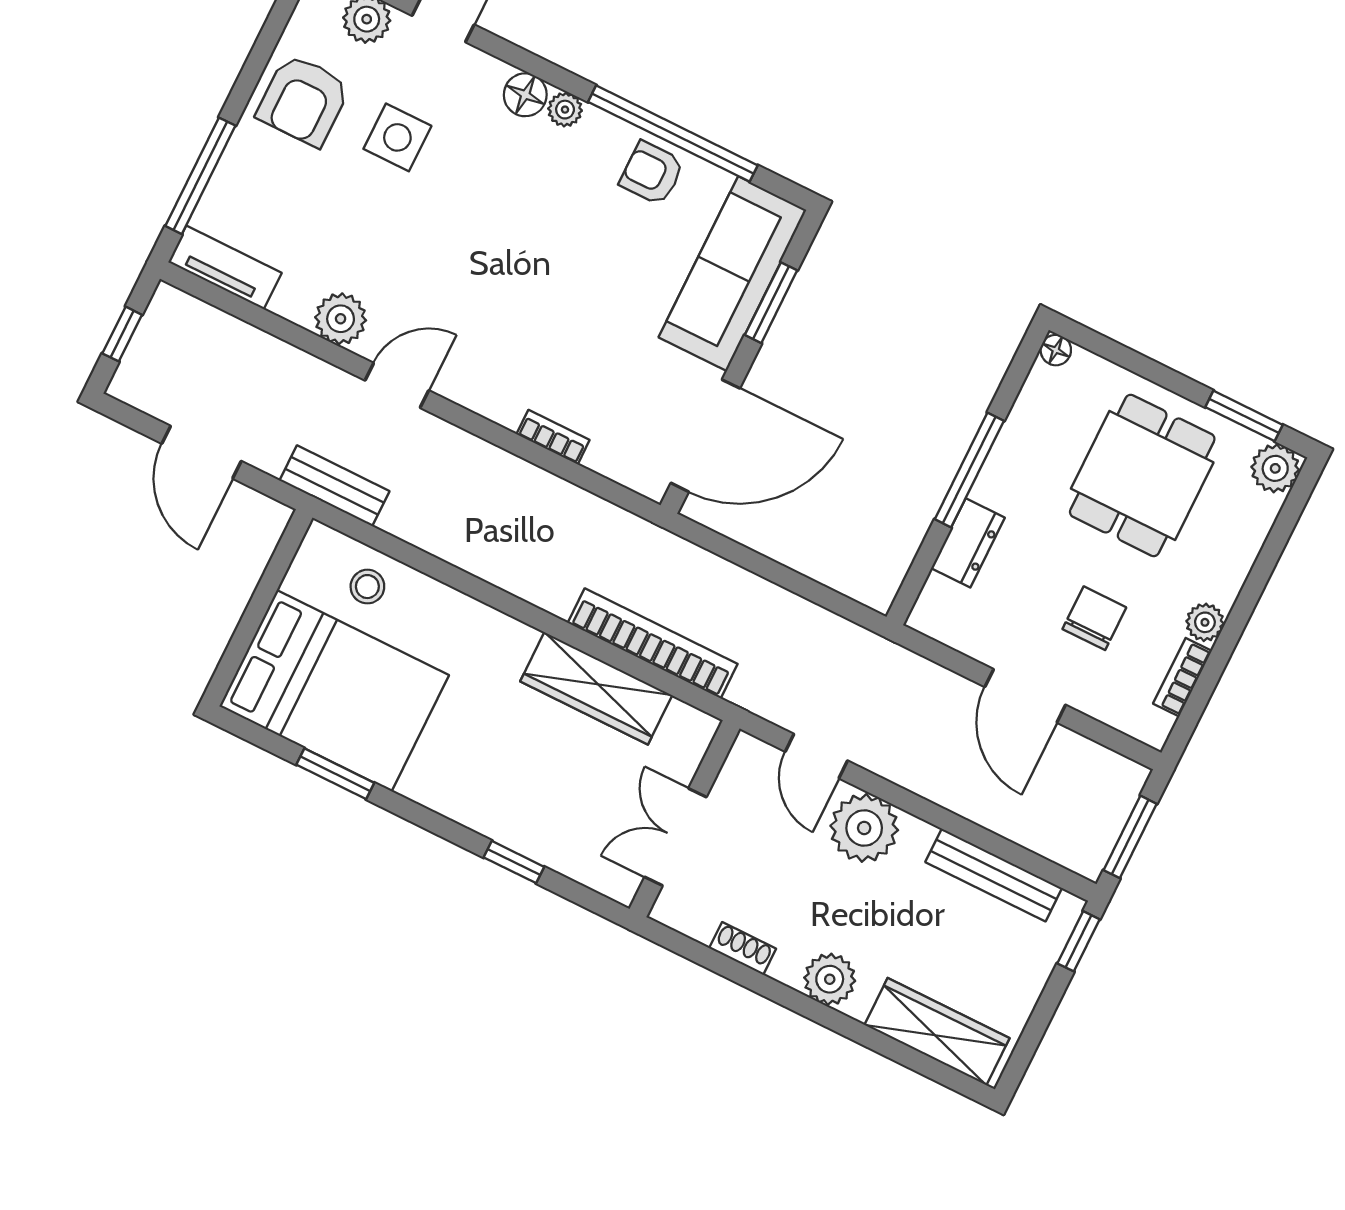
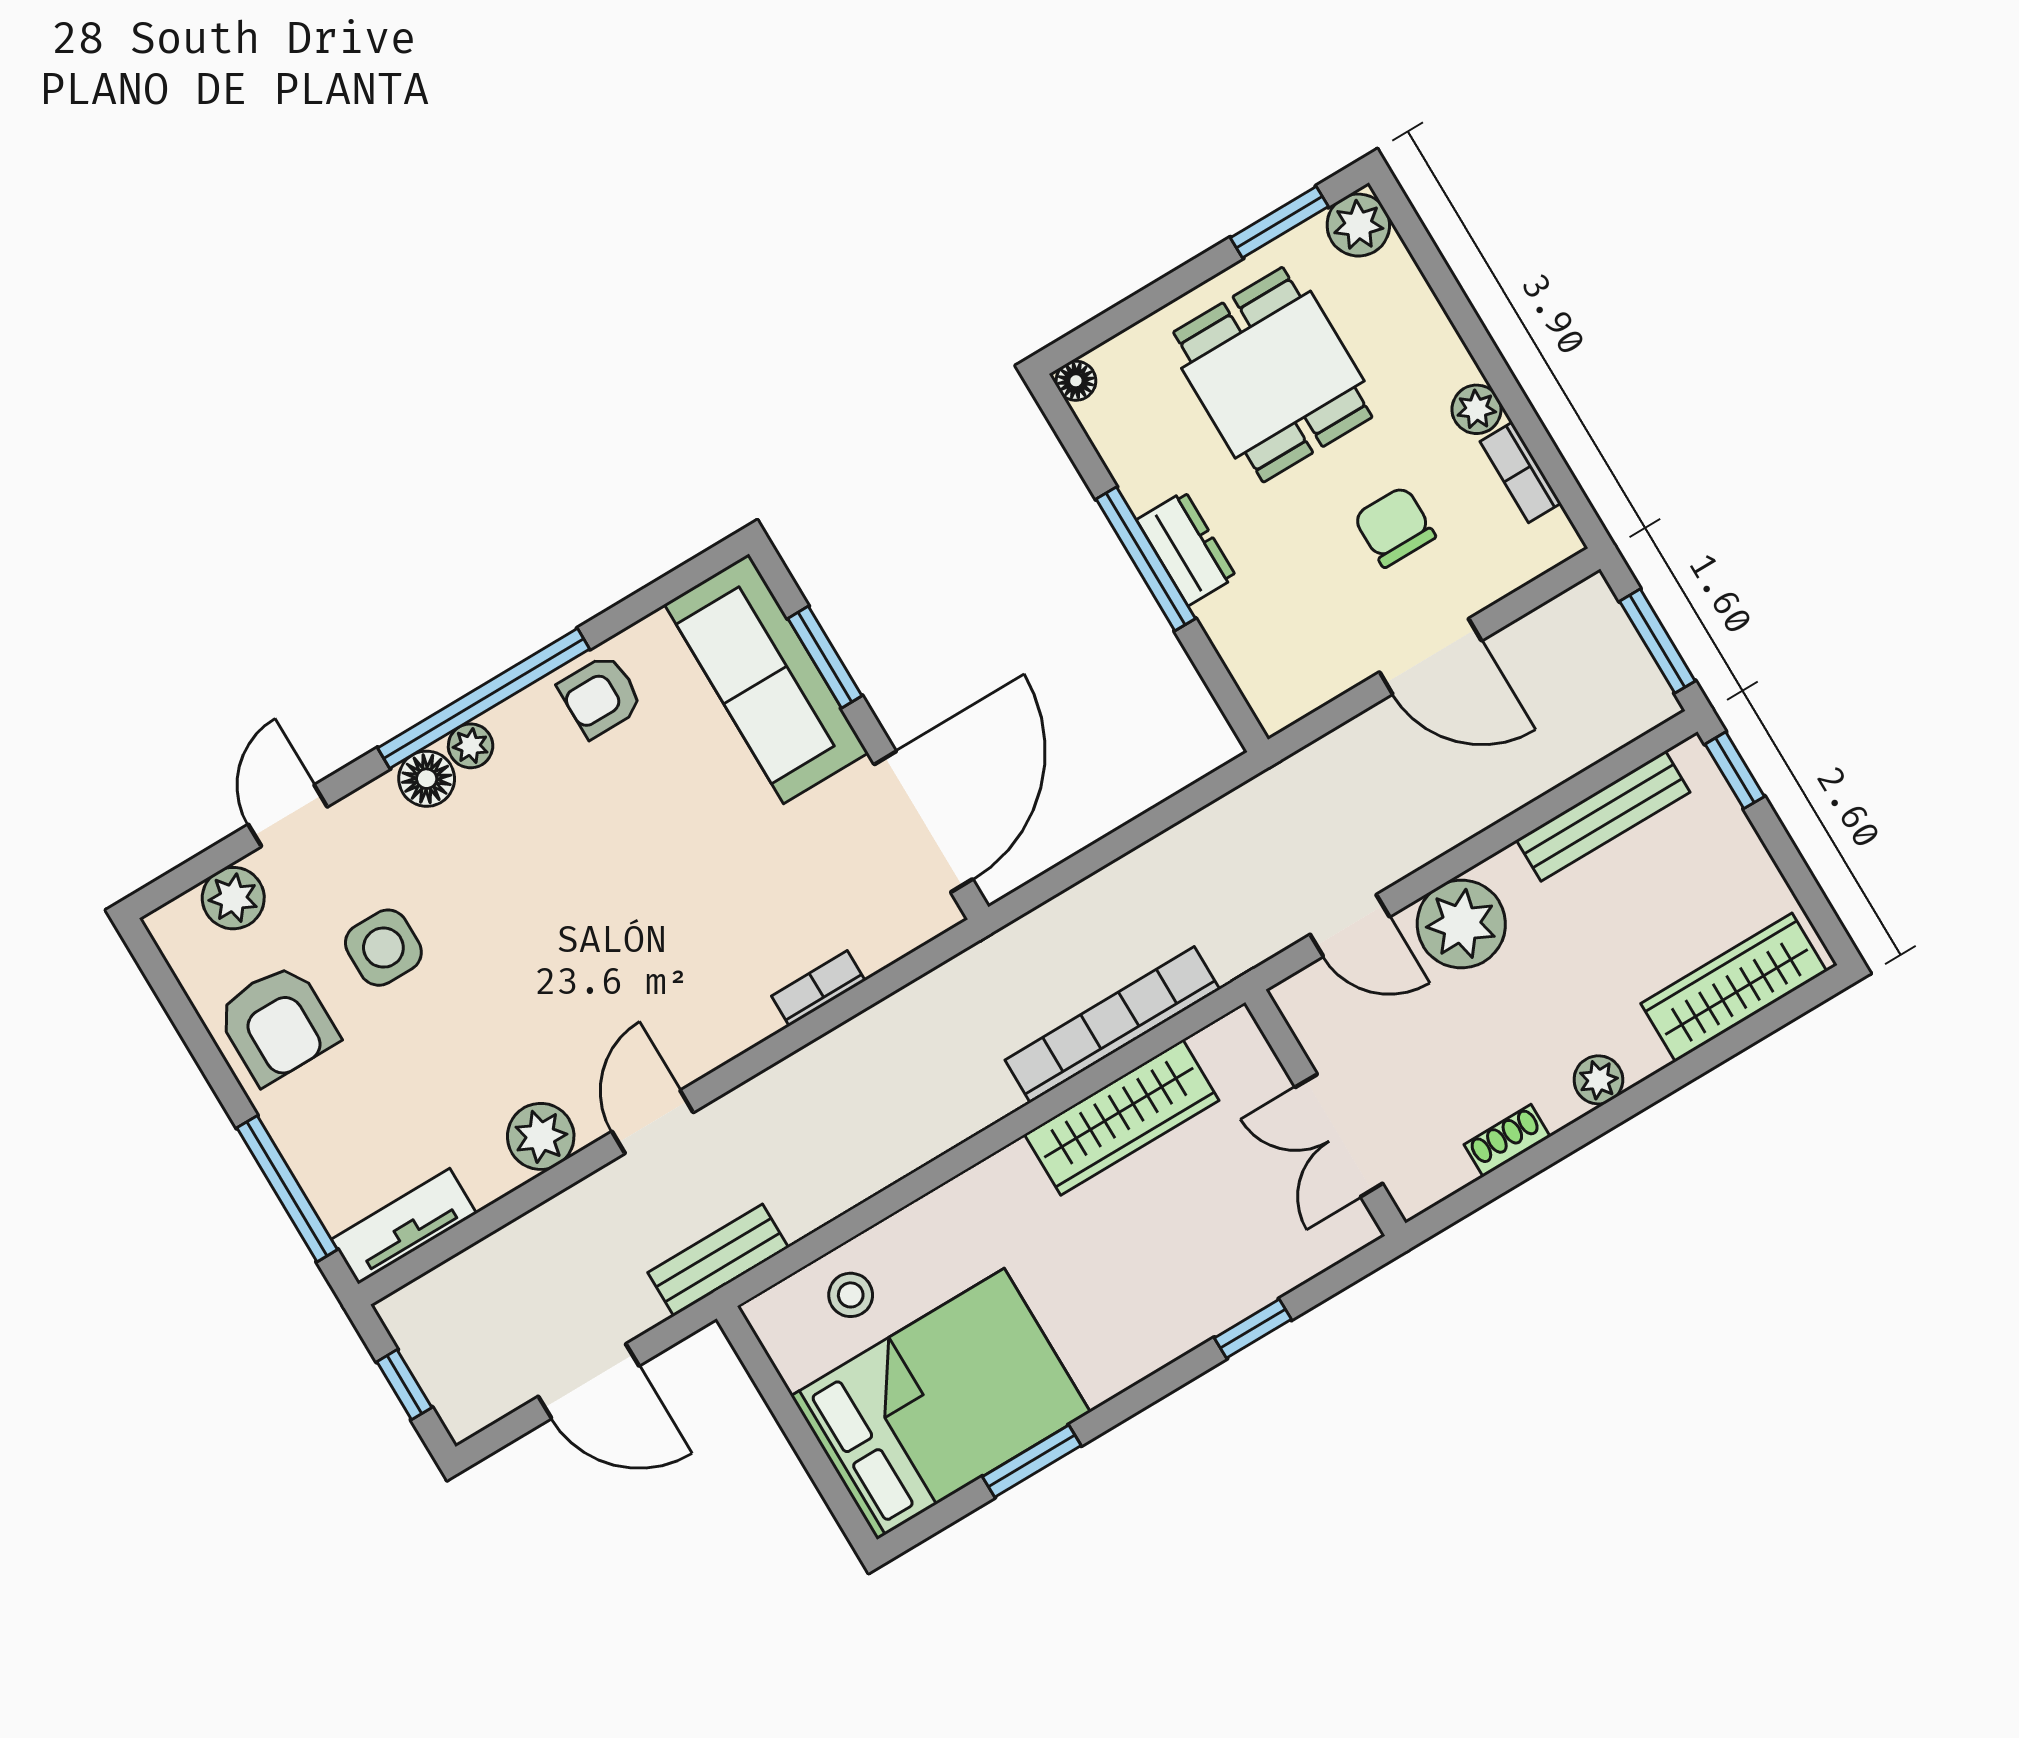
window: (673, 134) -> (484, 698), moved
dresser: (968, 543) -> (1186, 548), moved
plant: (830, 979) -> (1598, 1080), width x0.73, depth x0.73

